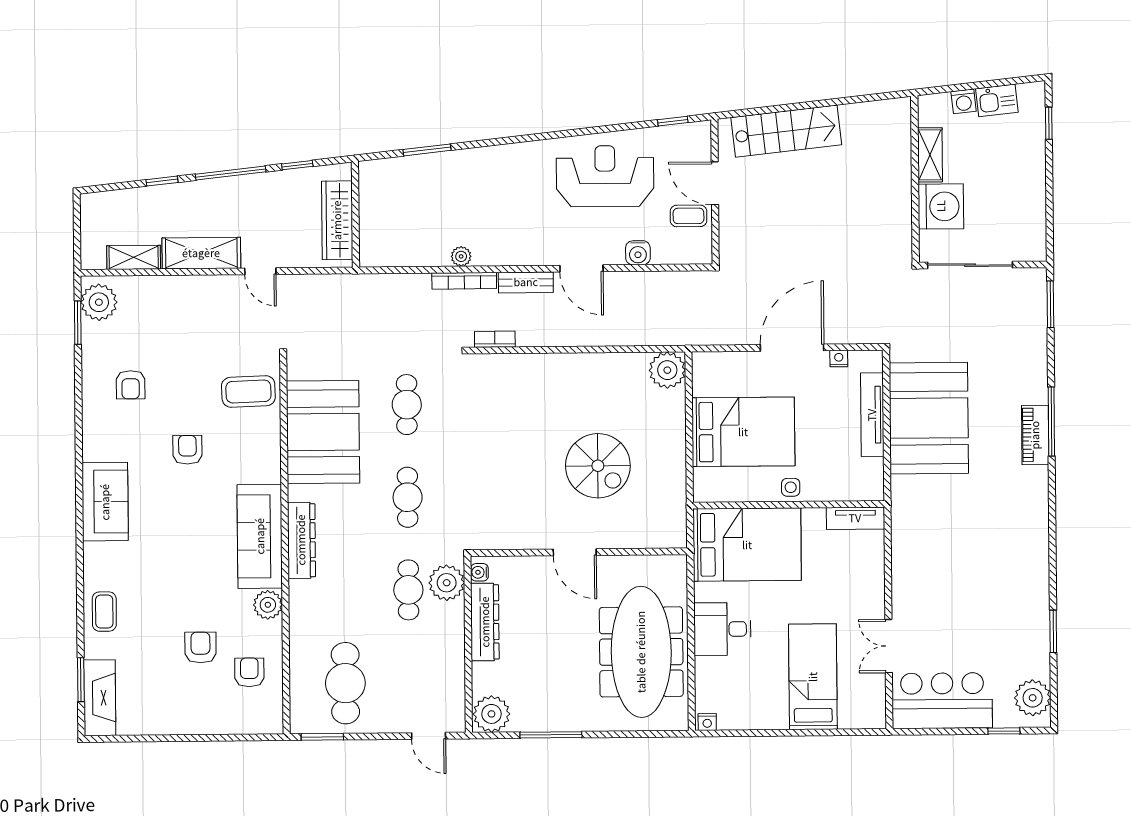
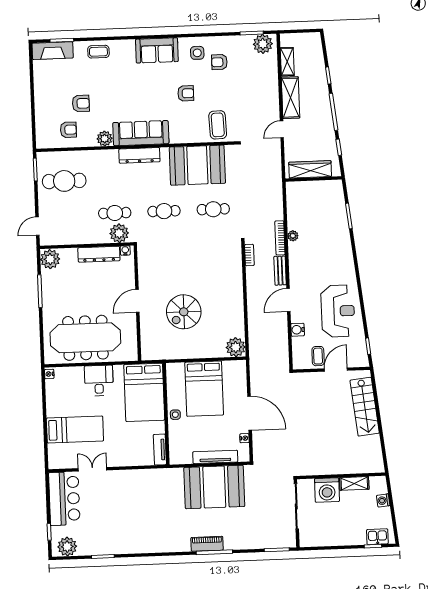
kitchen sink: (997, 100) -> (377, 537), moved, turned 96
side table: (112, 426) -> (197, 53), added

